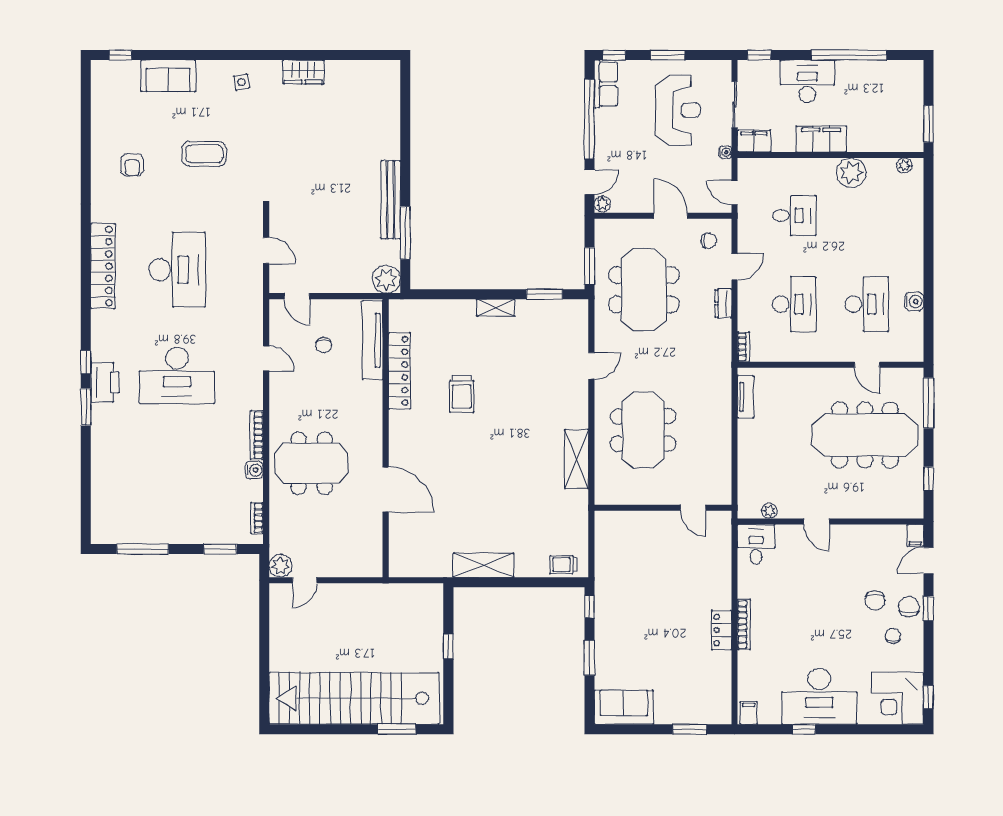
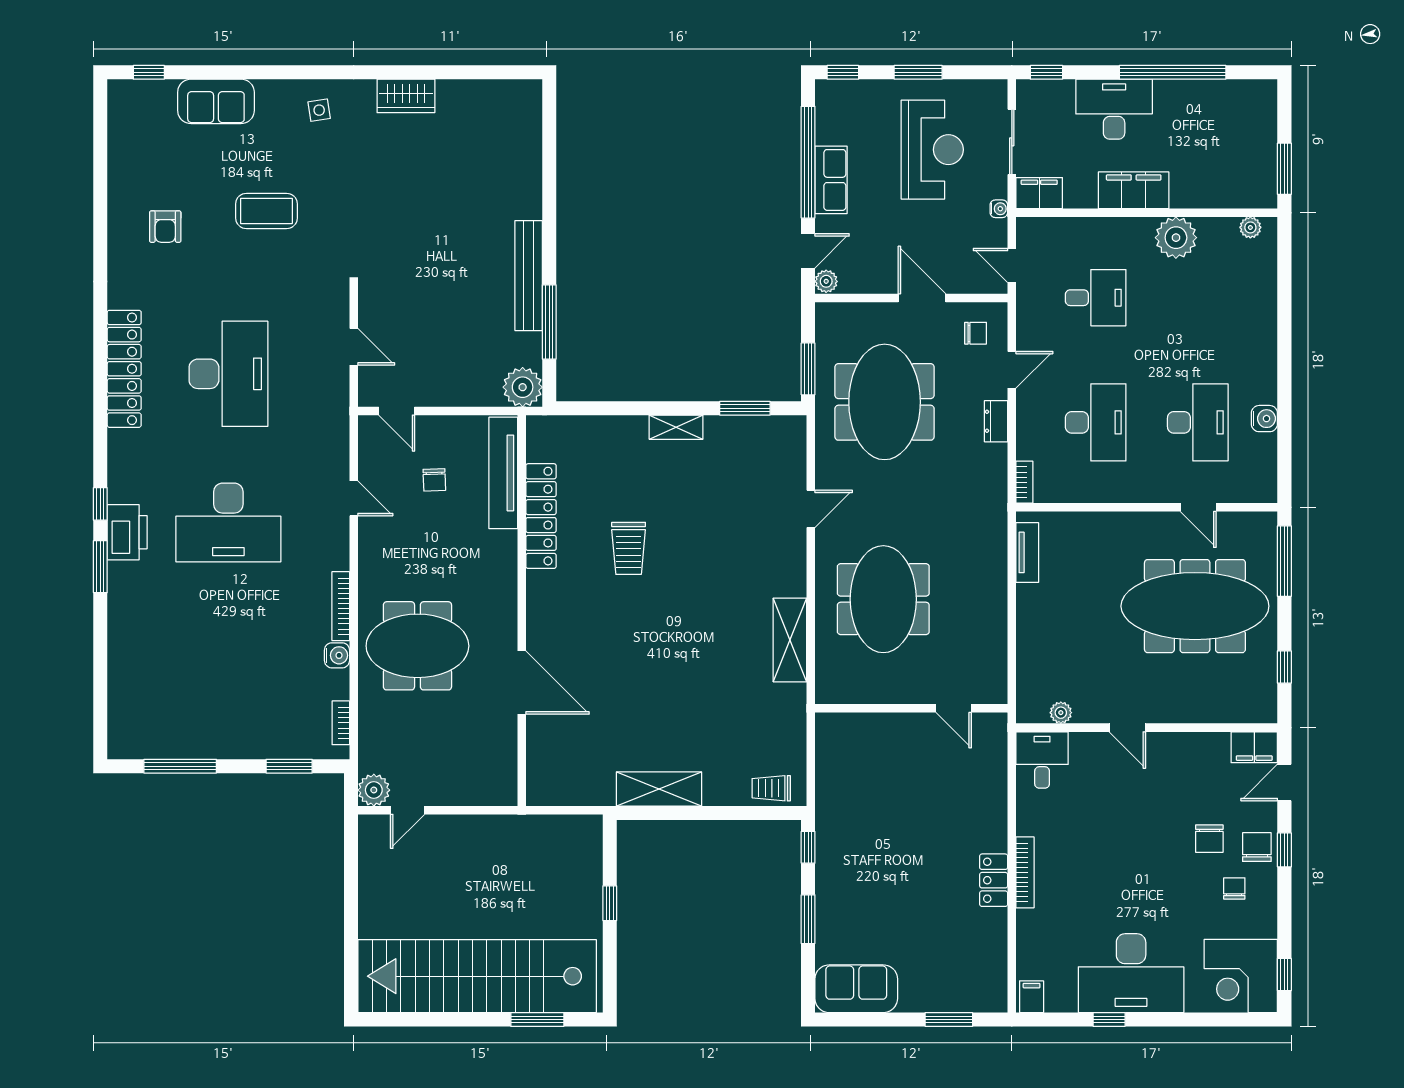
row of seats: (606, 84) -> (831, 180), moved
filing cabinet: (915, 535) -> (1254, 747), width x2.00

